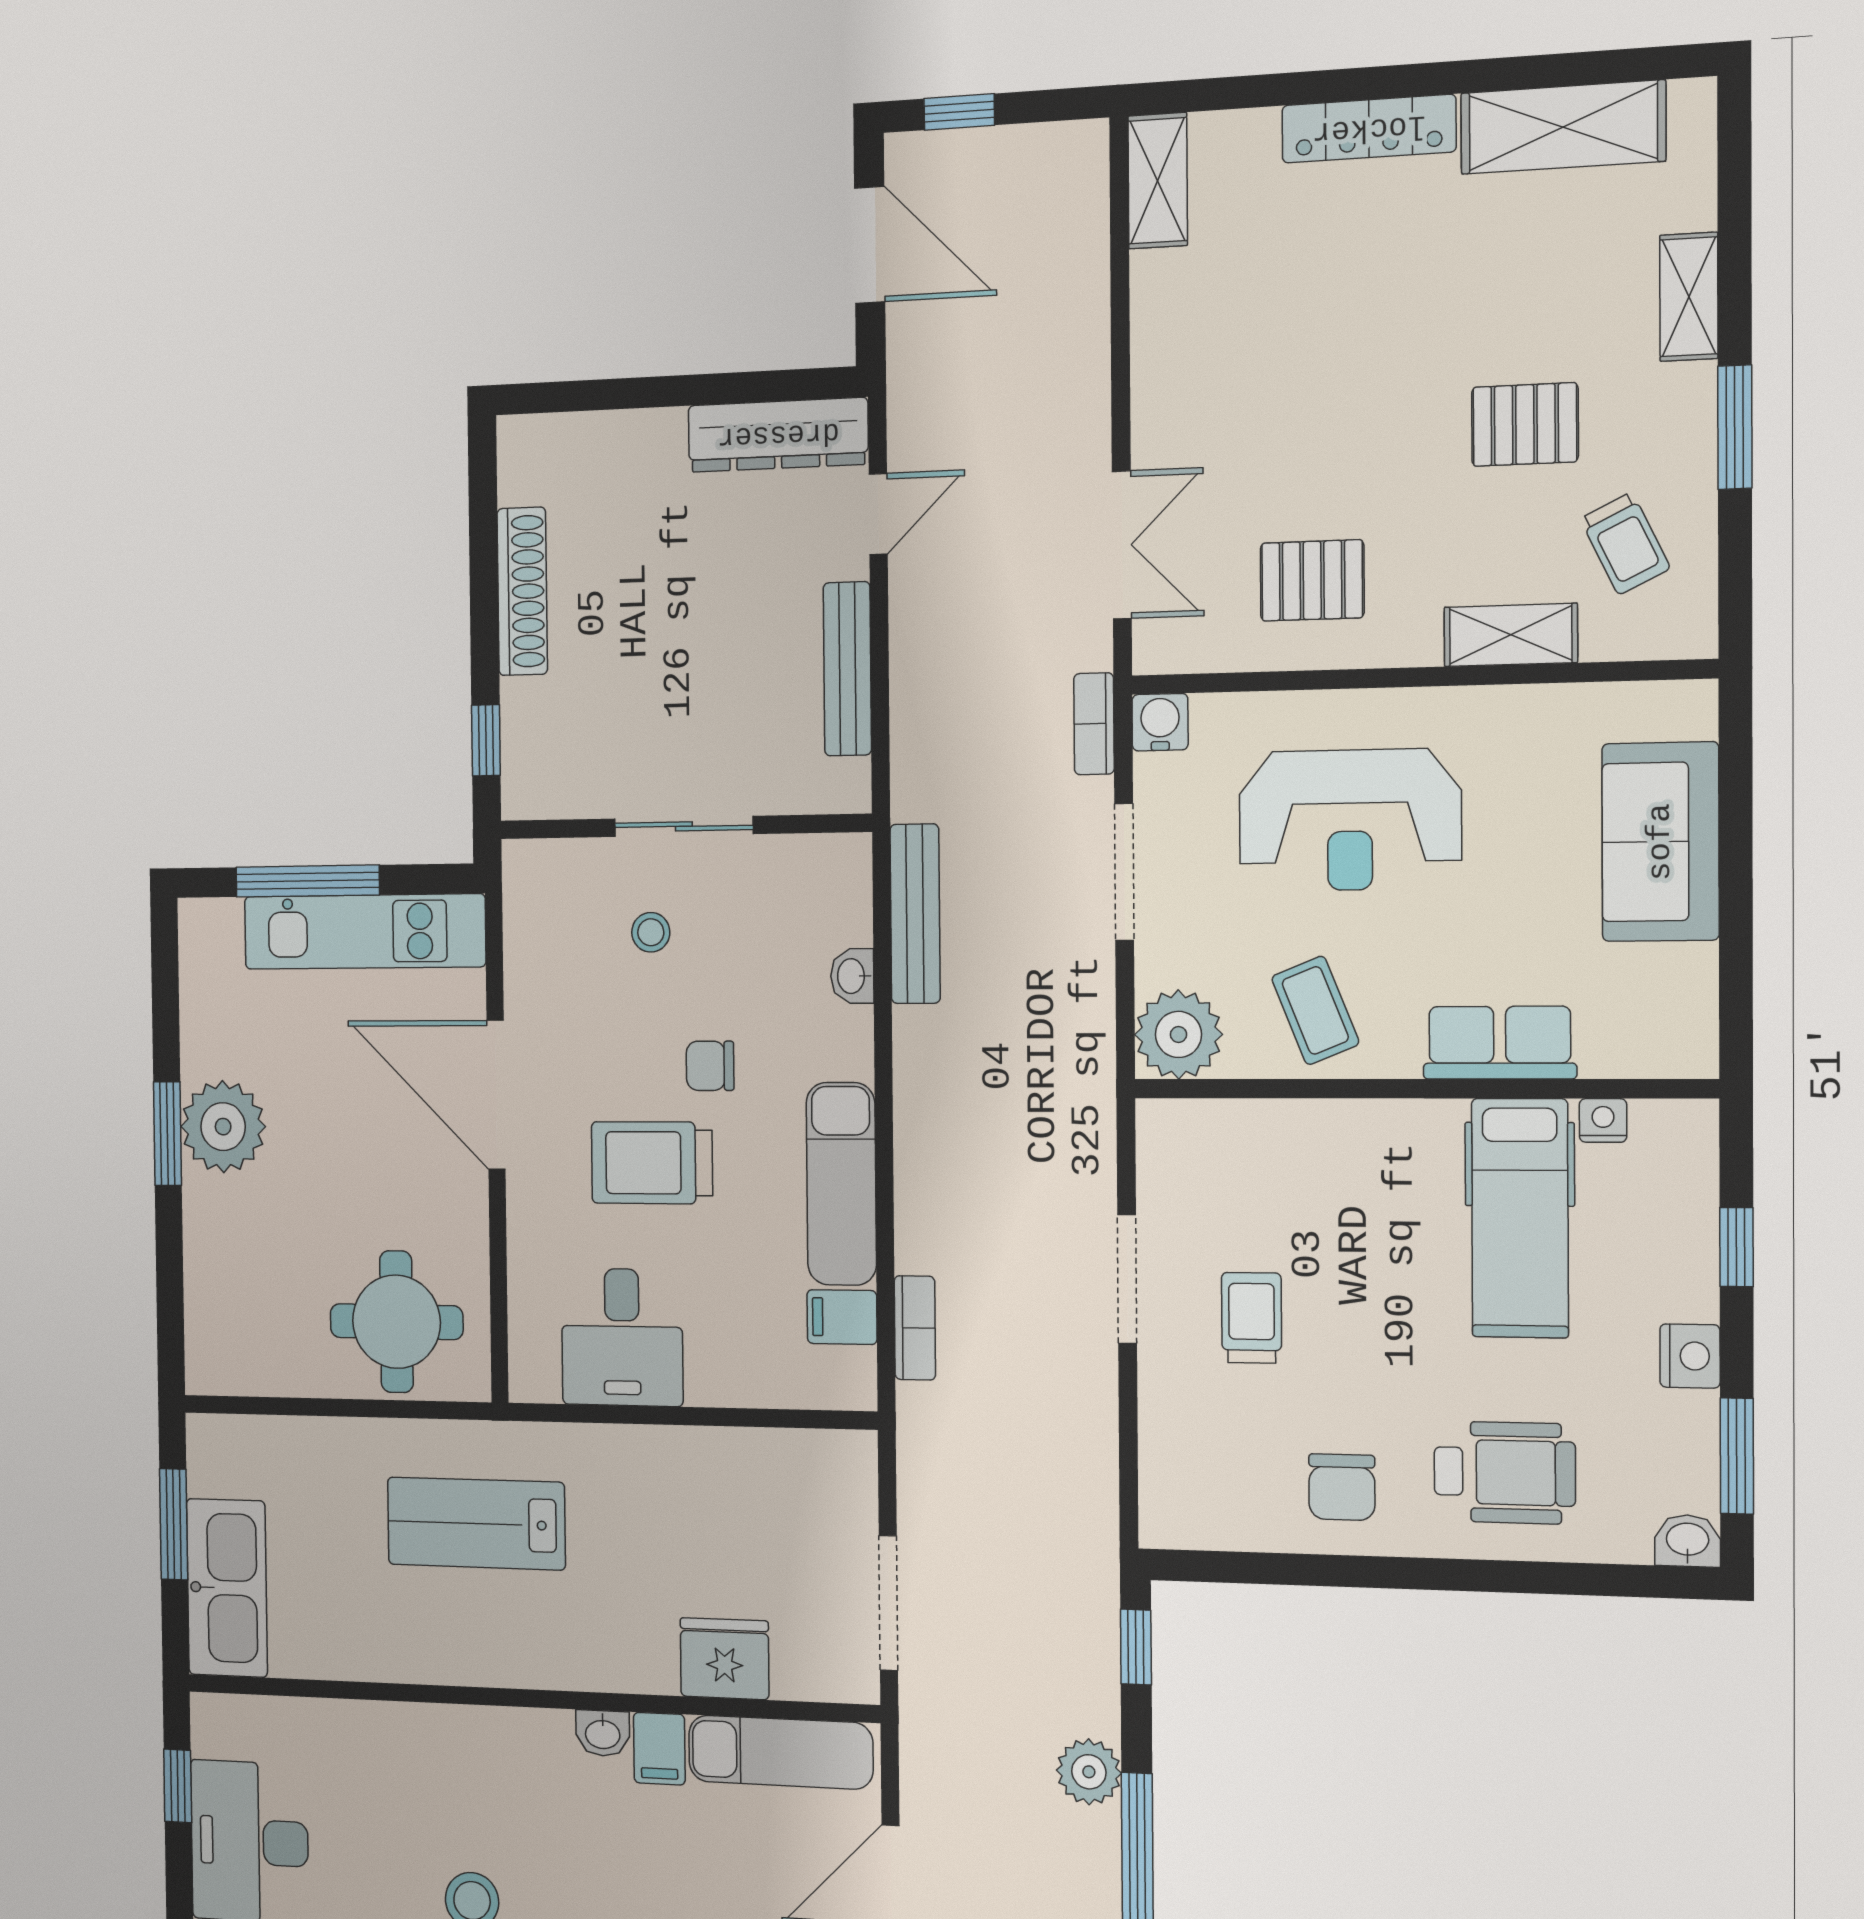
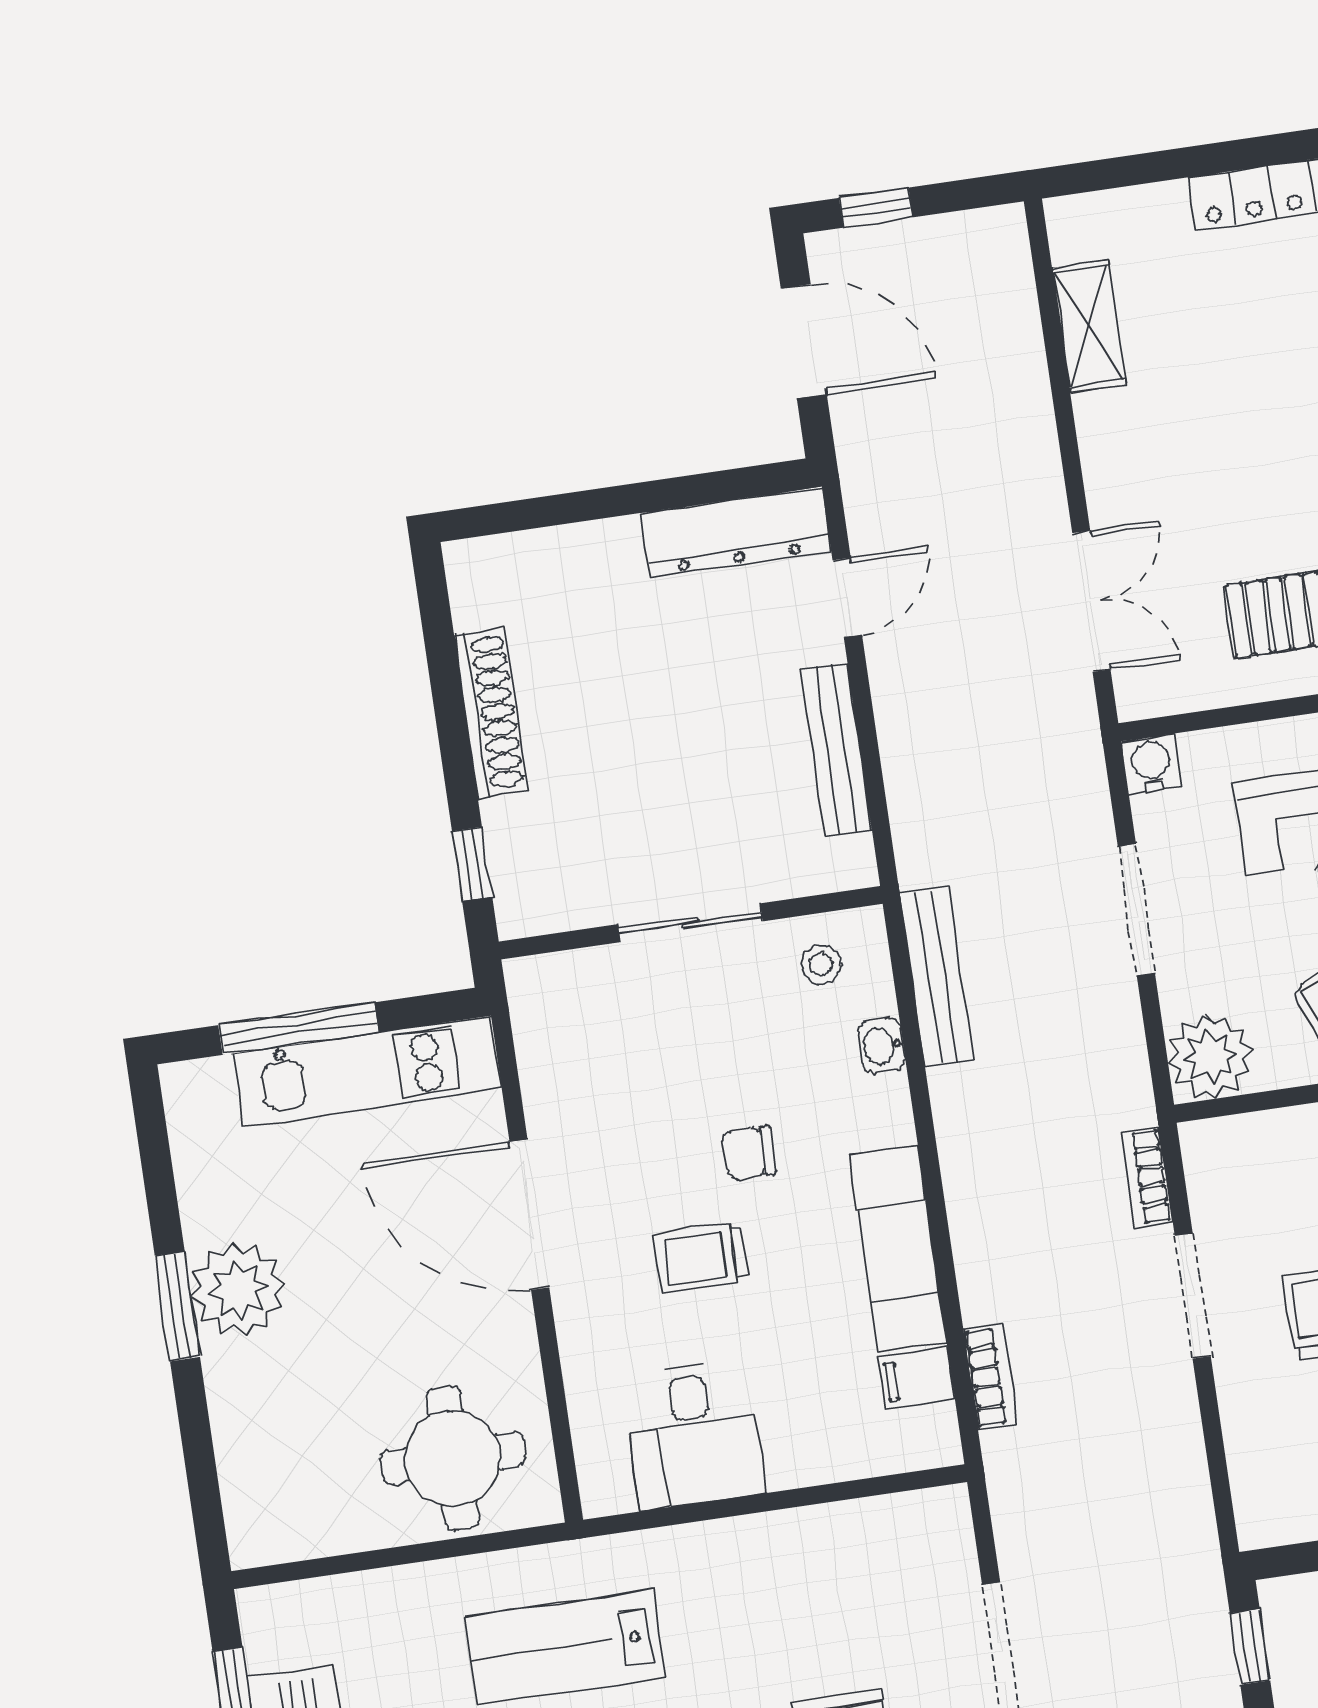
shelving: (1158, 181) -> (1089, 326), moved
bookcase: (1094, 724) -> (1147, 1177), moved
stool: (651, 932) -> (821, 964), moved
trolley: (652, 1163) -> (701, 1257), width x0.73, depth x0.72

